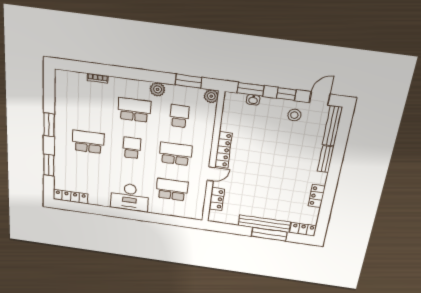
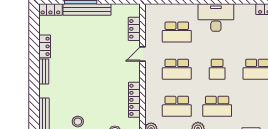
school desk: (179, 116) -> (177, 106), width x1.85
locker: (223, 150) -> (134, 100), moved
bench: (326, 159) -> (44, 72), moved

